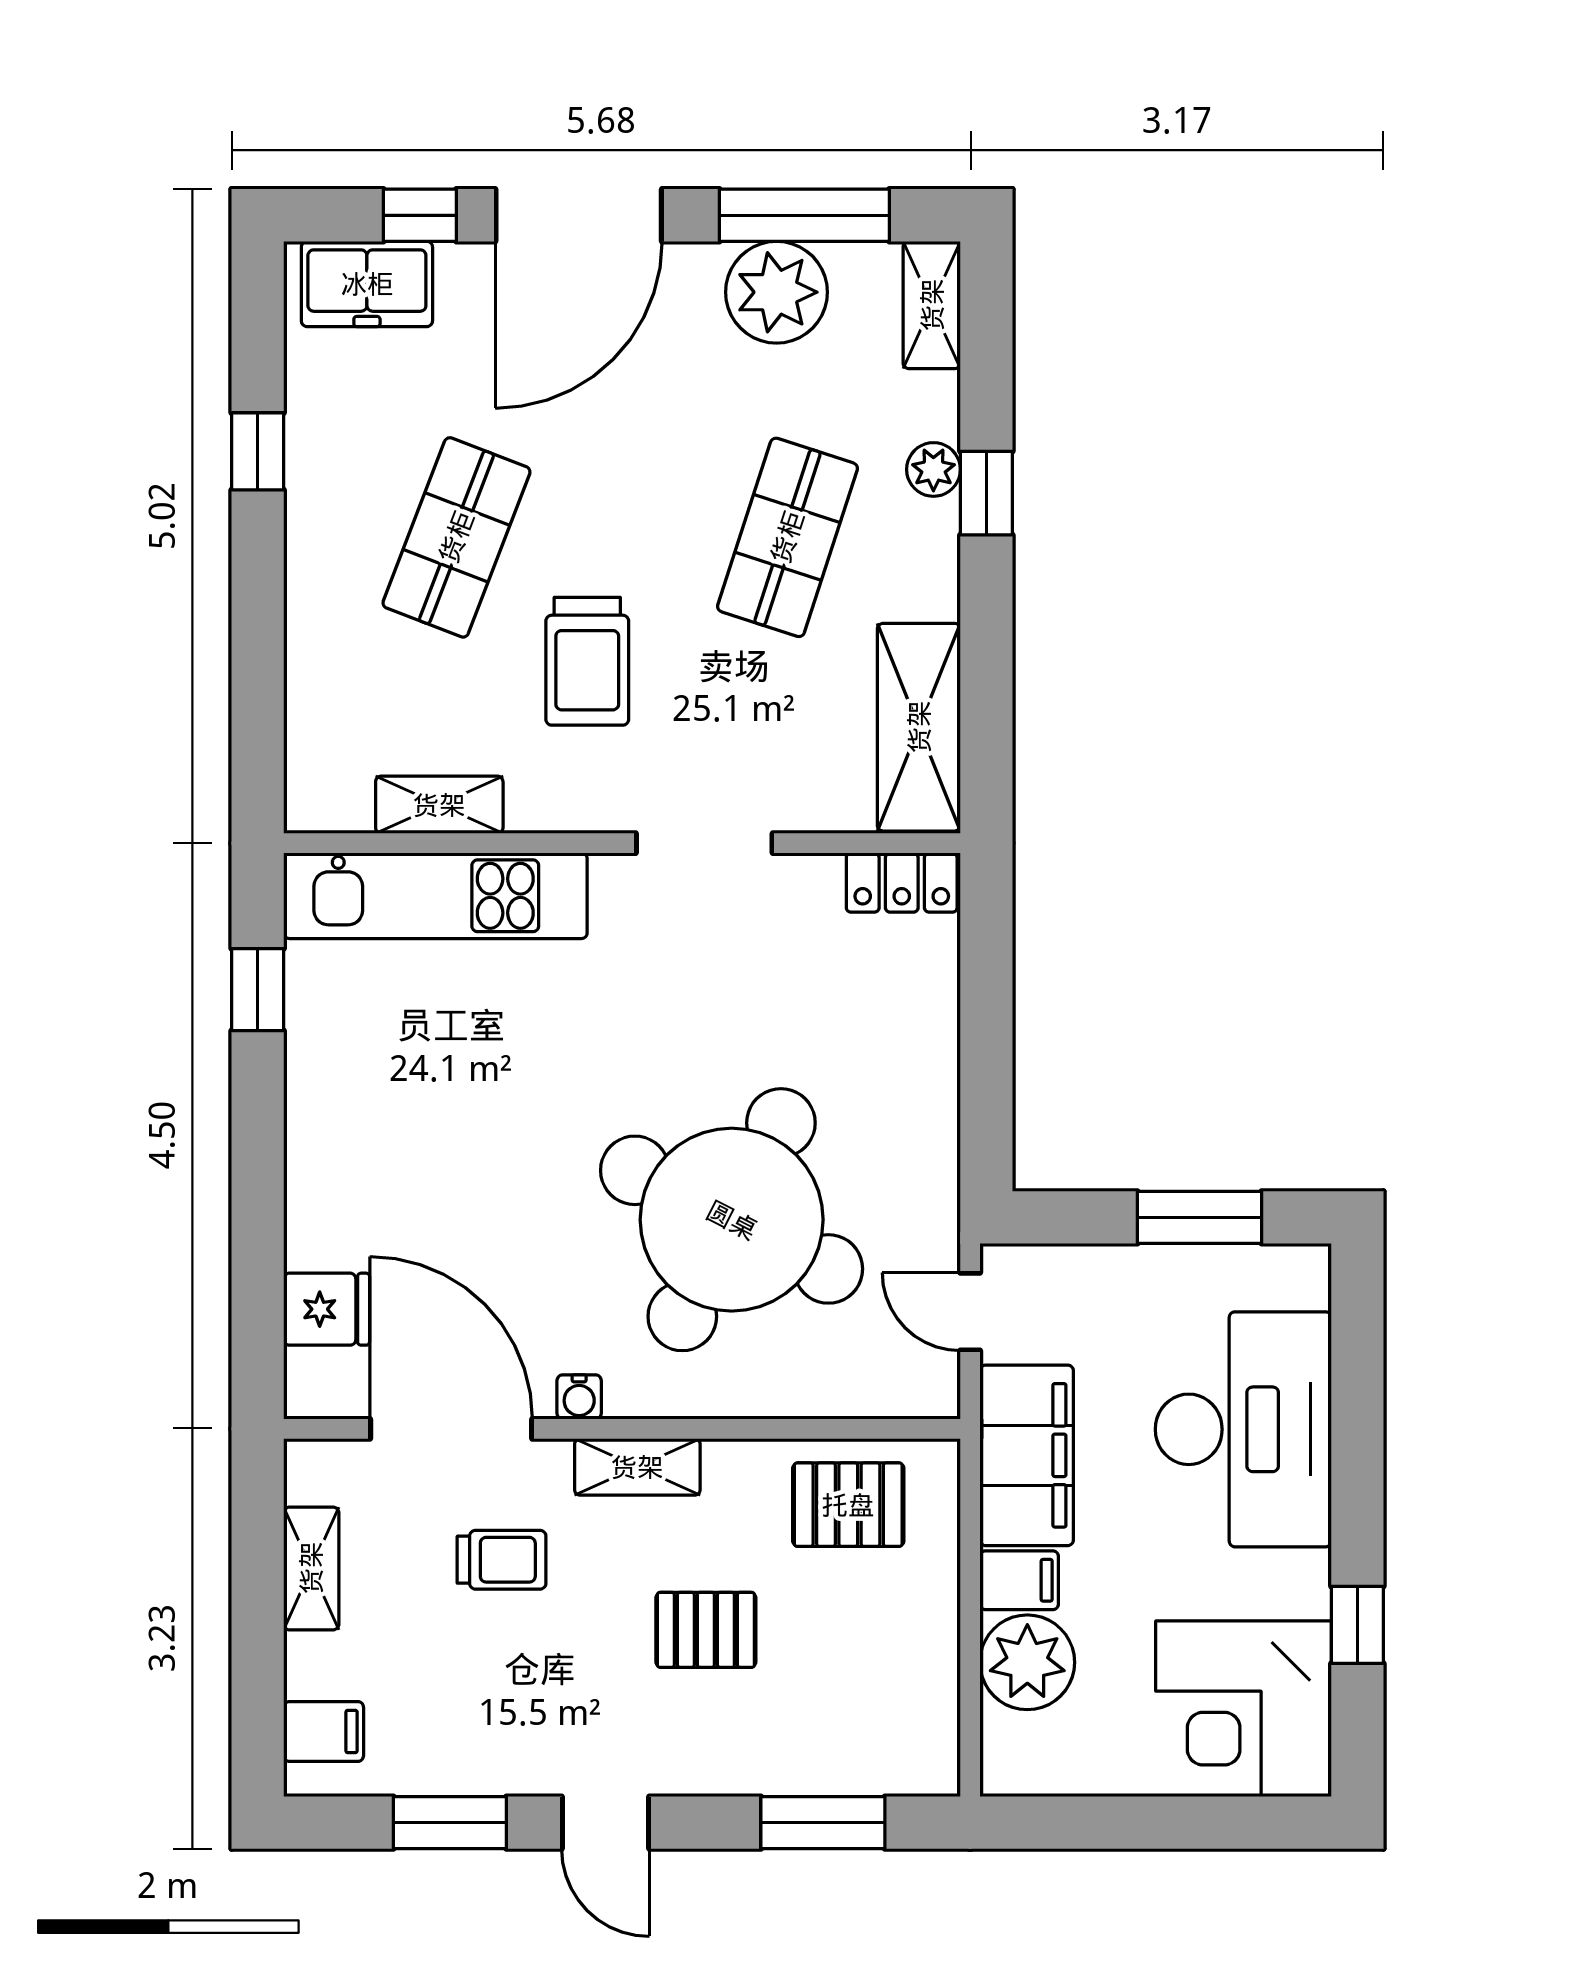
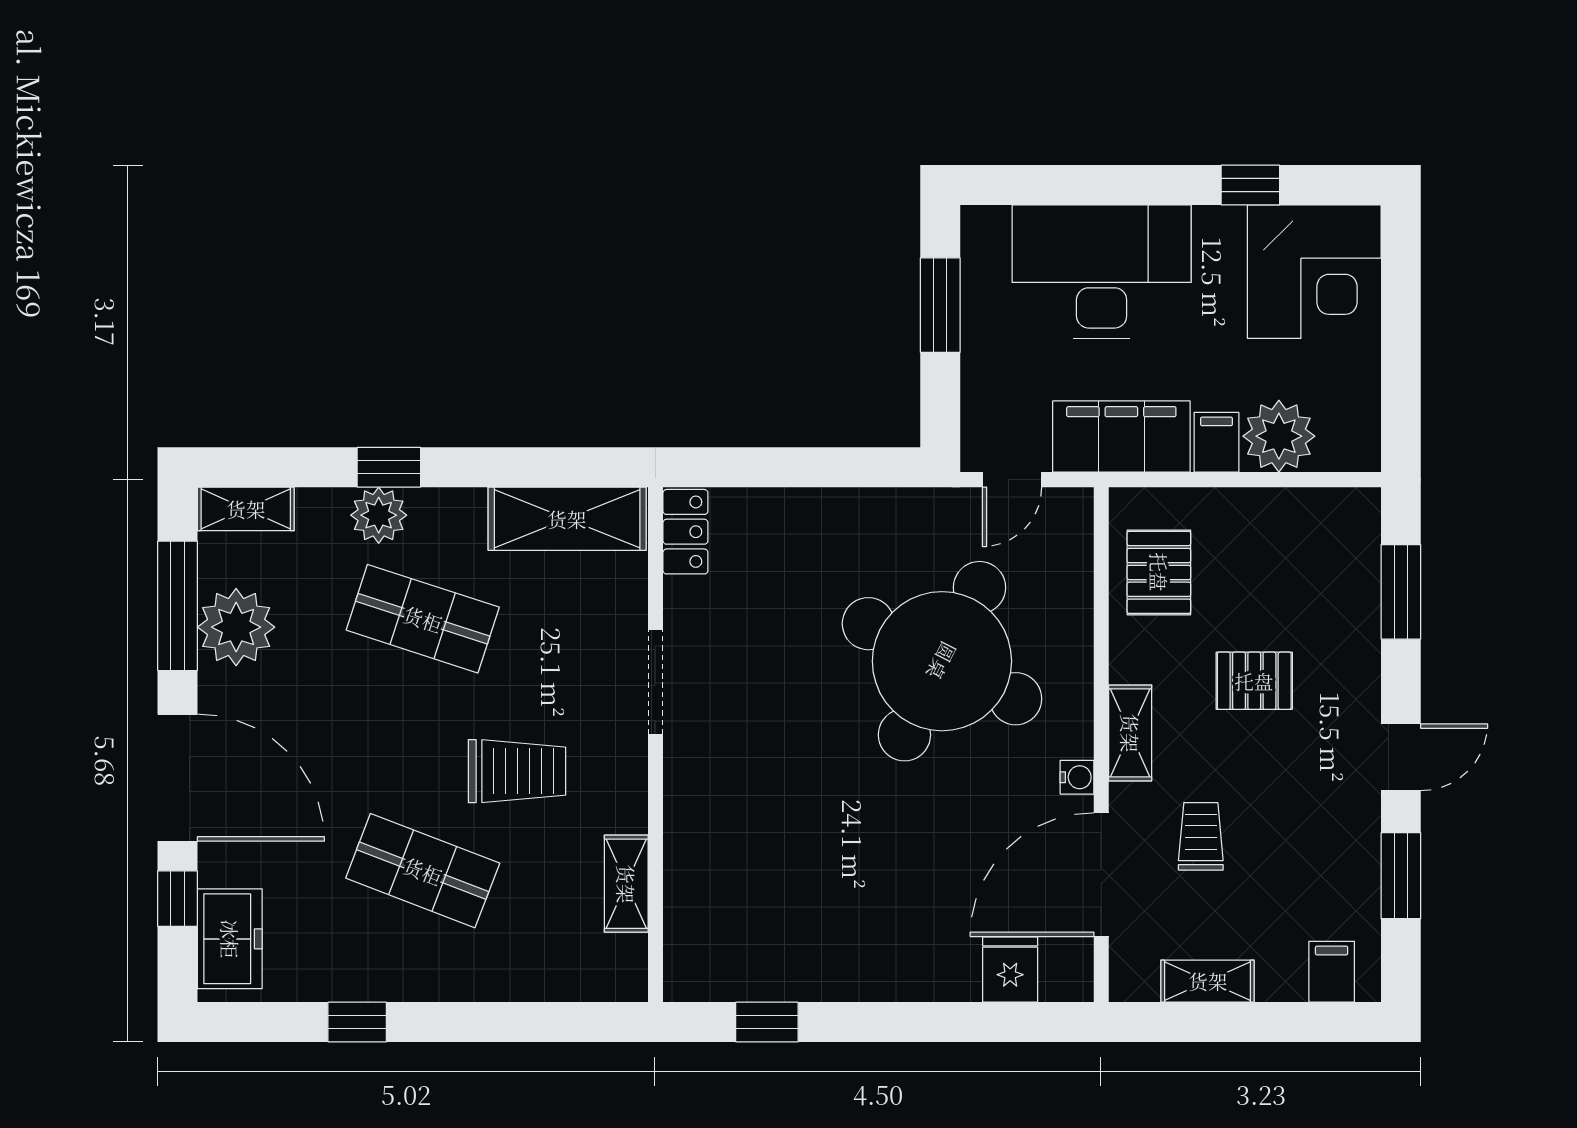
plant: (933, 469) -> (379, 515), width x1.38, depth x1.38
kitchen unit: (435, 896) -> (695, 887), removed
pallet: (706, 1630) -> (1254, 681), turned 90

